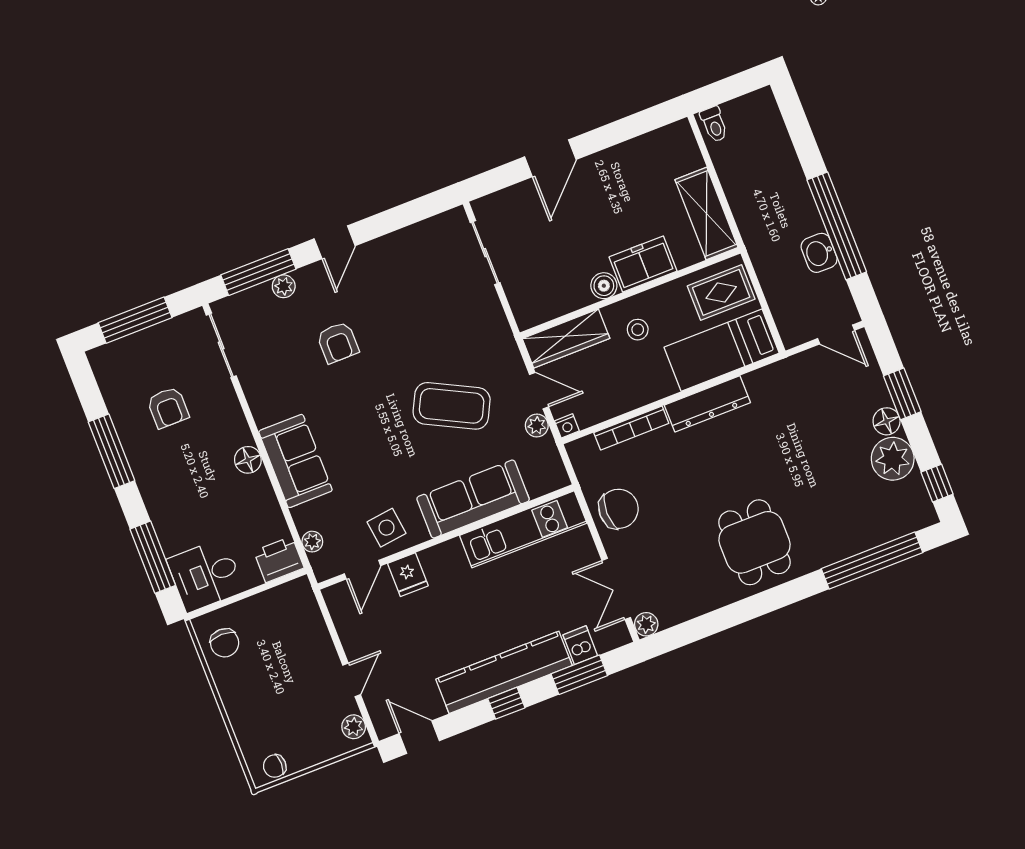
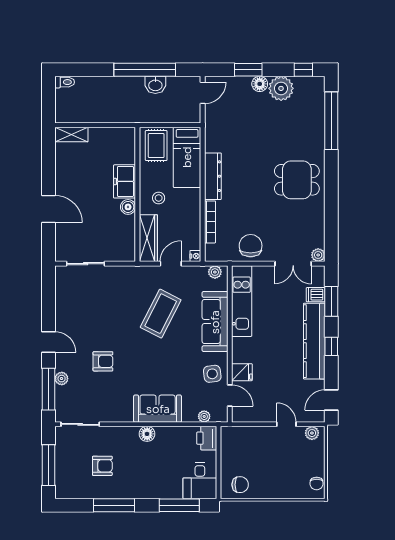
toilet: (714, 124) -> (65, 82), moved
shelving: (706, 213) -> (71, 134), moved, width x0.67, depth x0.75
plant: (537, 425) -> (215, 272), moved

